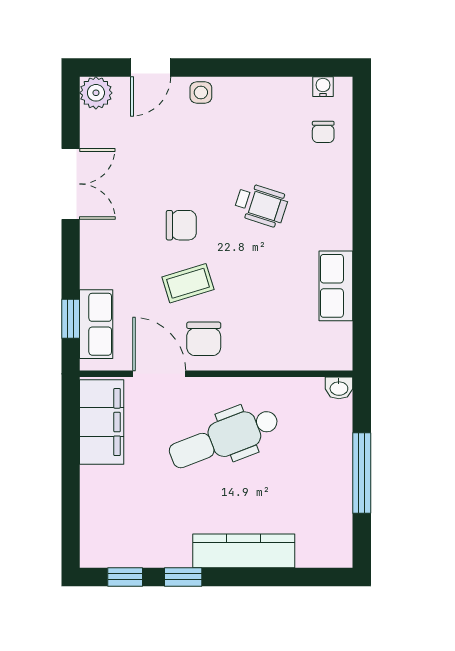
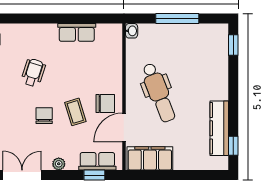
plant: (91, 252) -> (59, 164), added
kitchen counter: (244, 551) -> (219, 128), moved
window: (183, 577) -> (233, 45), moved

